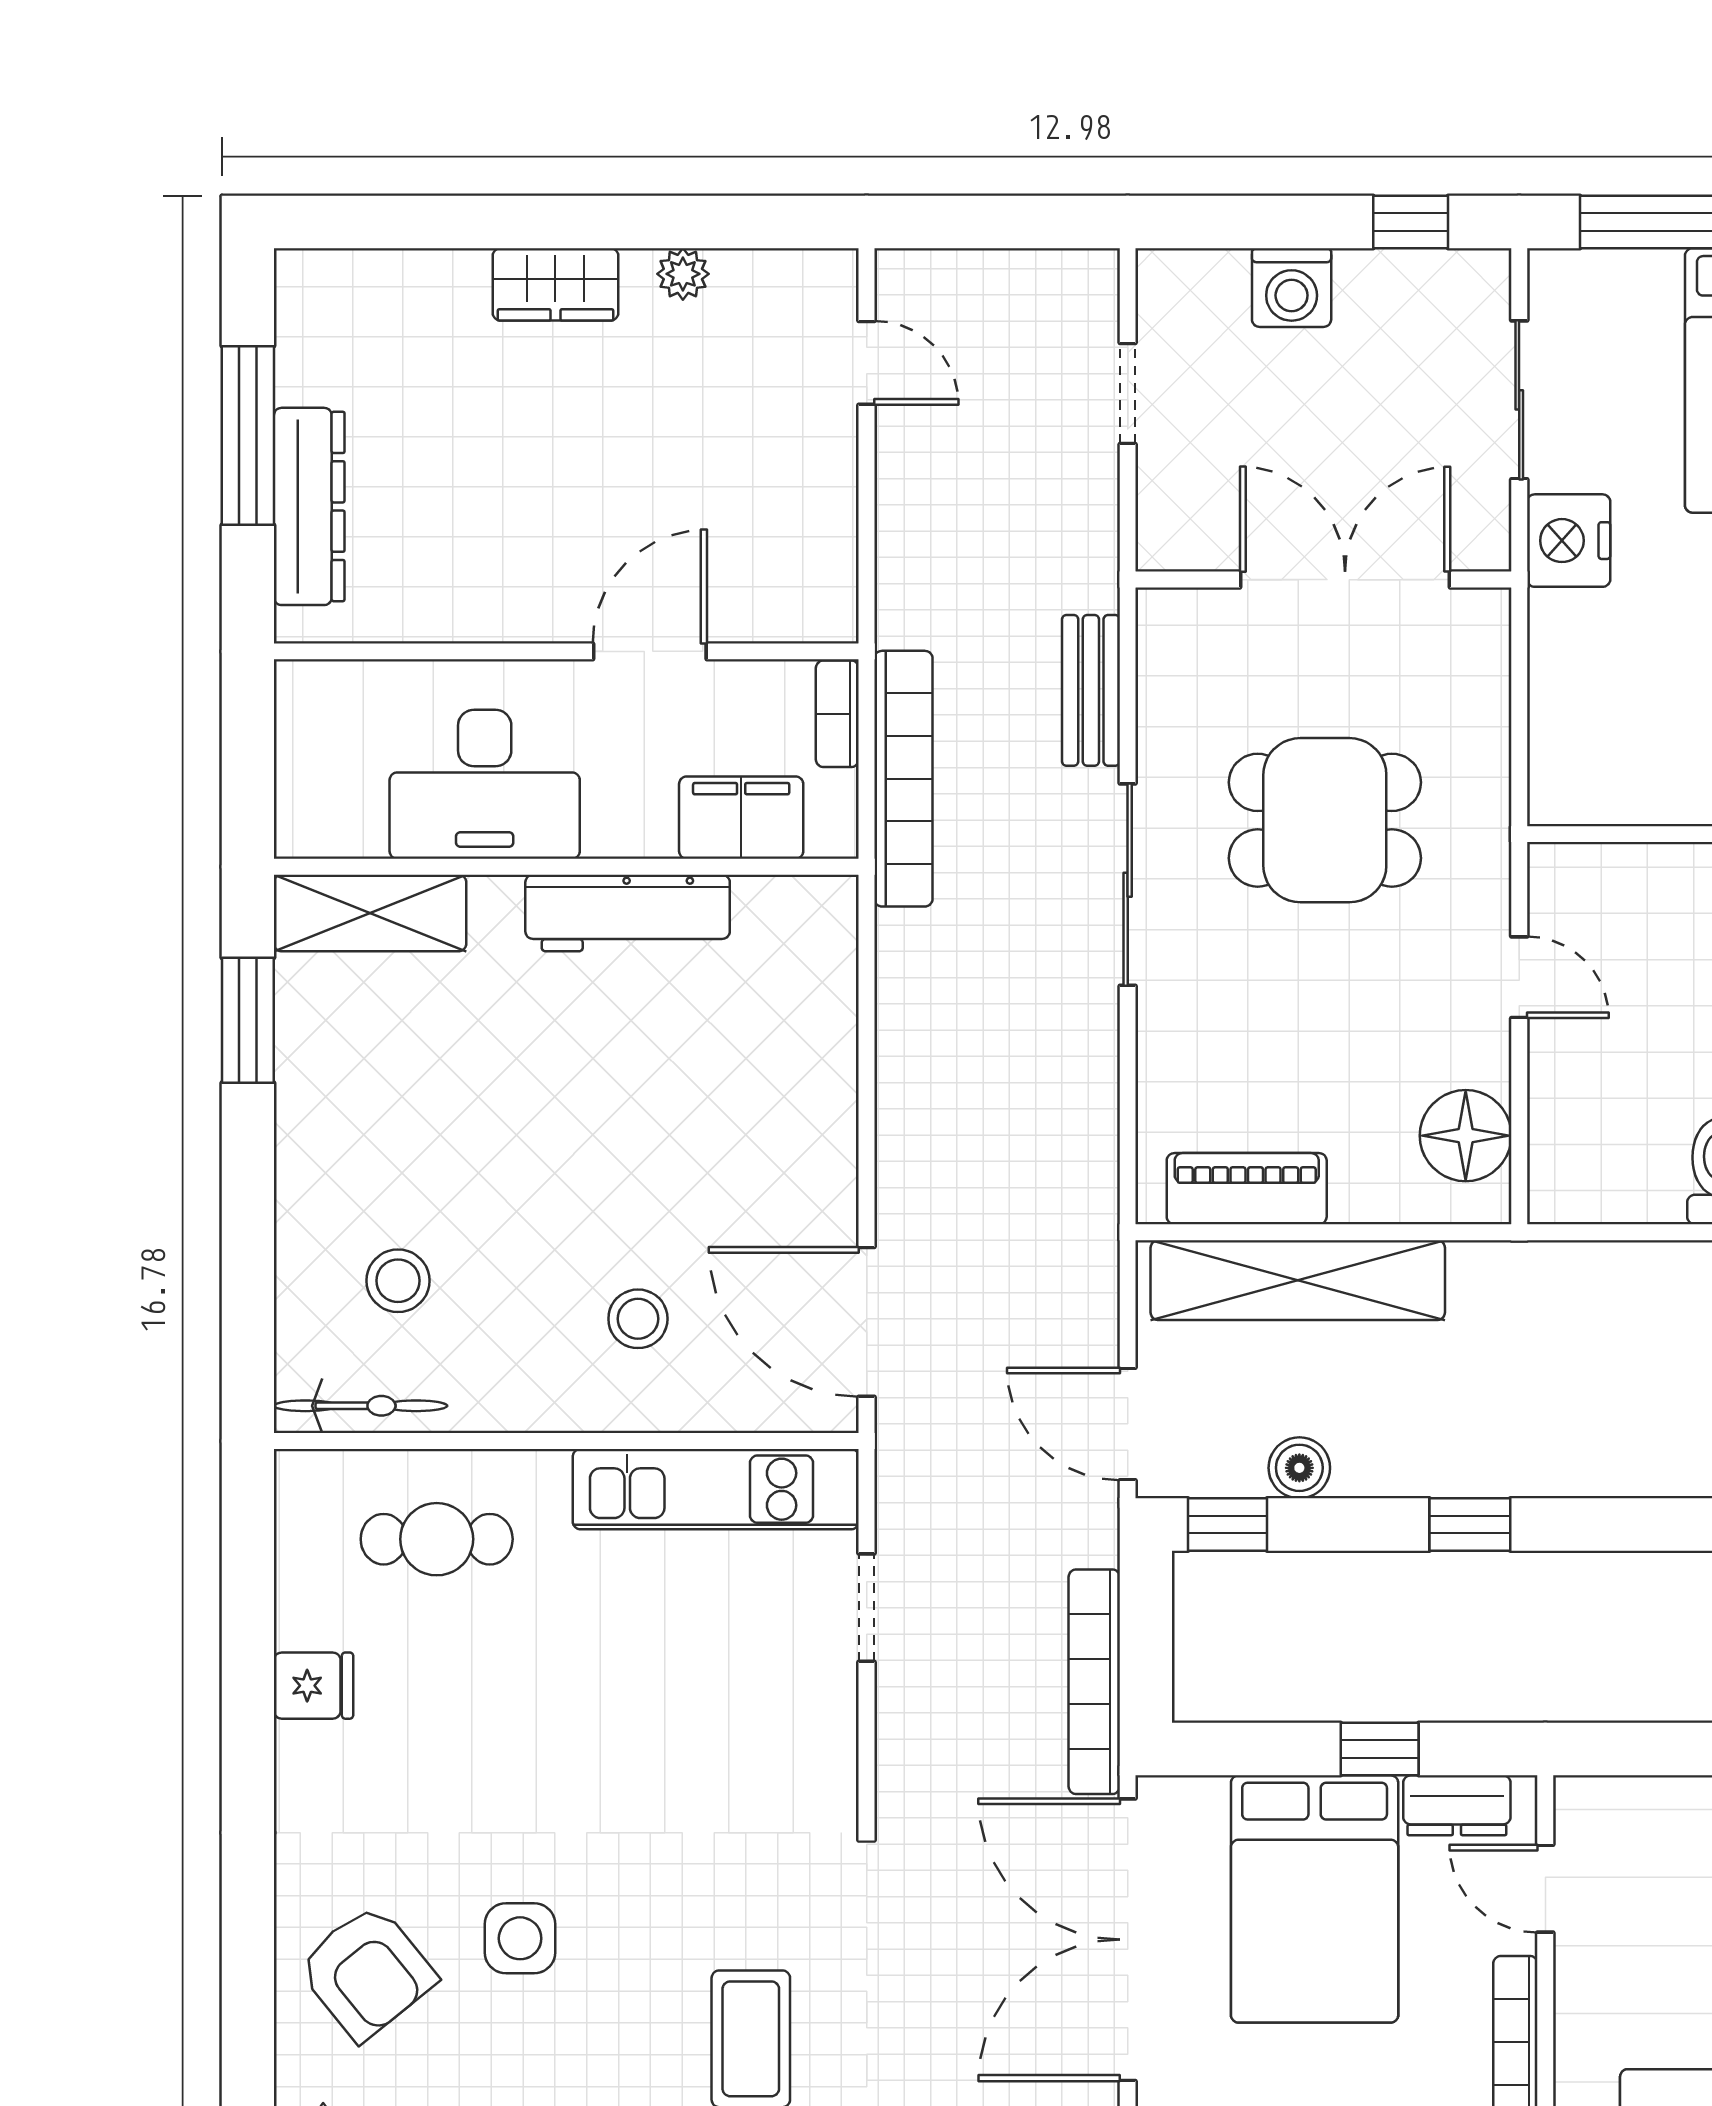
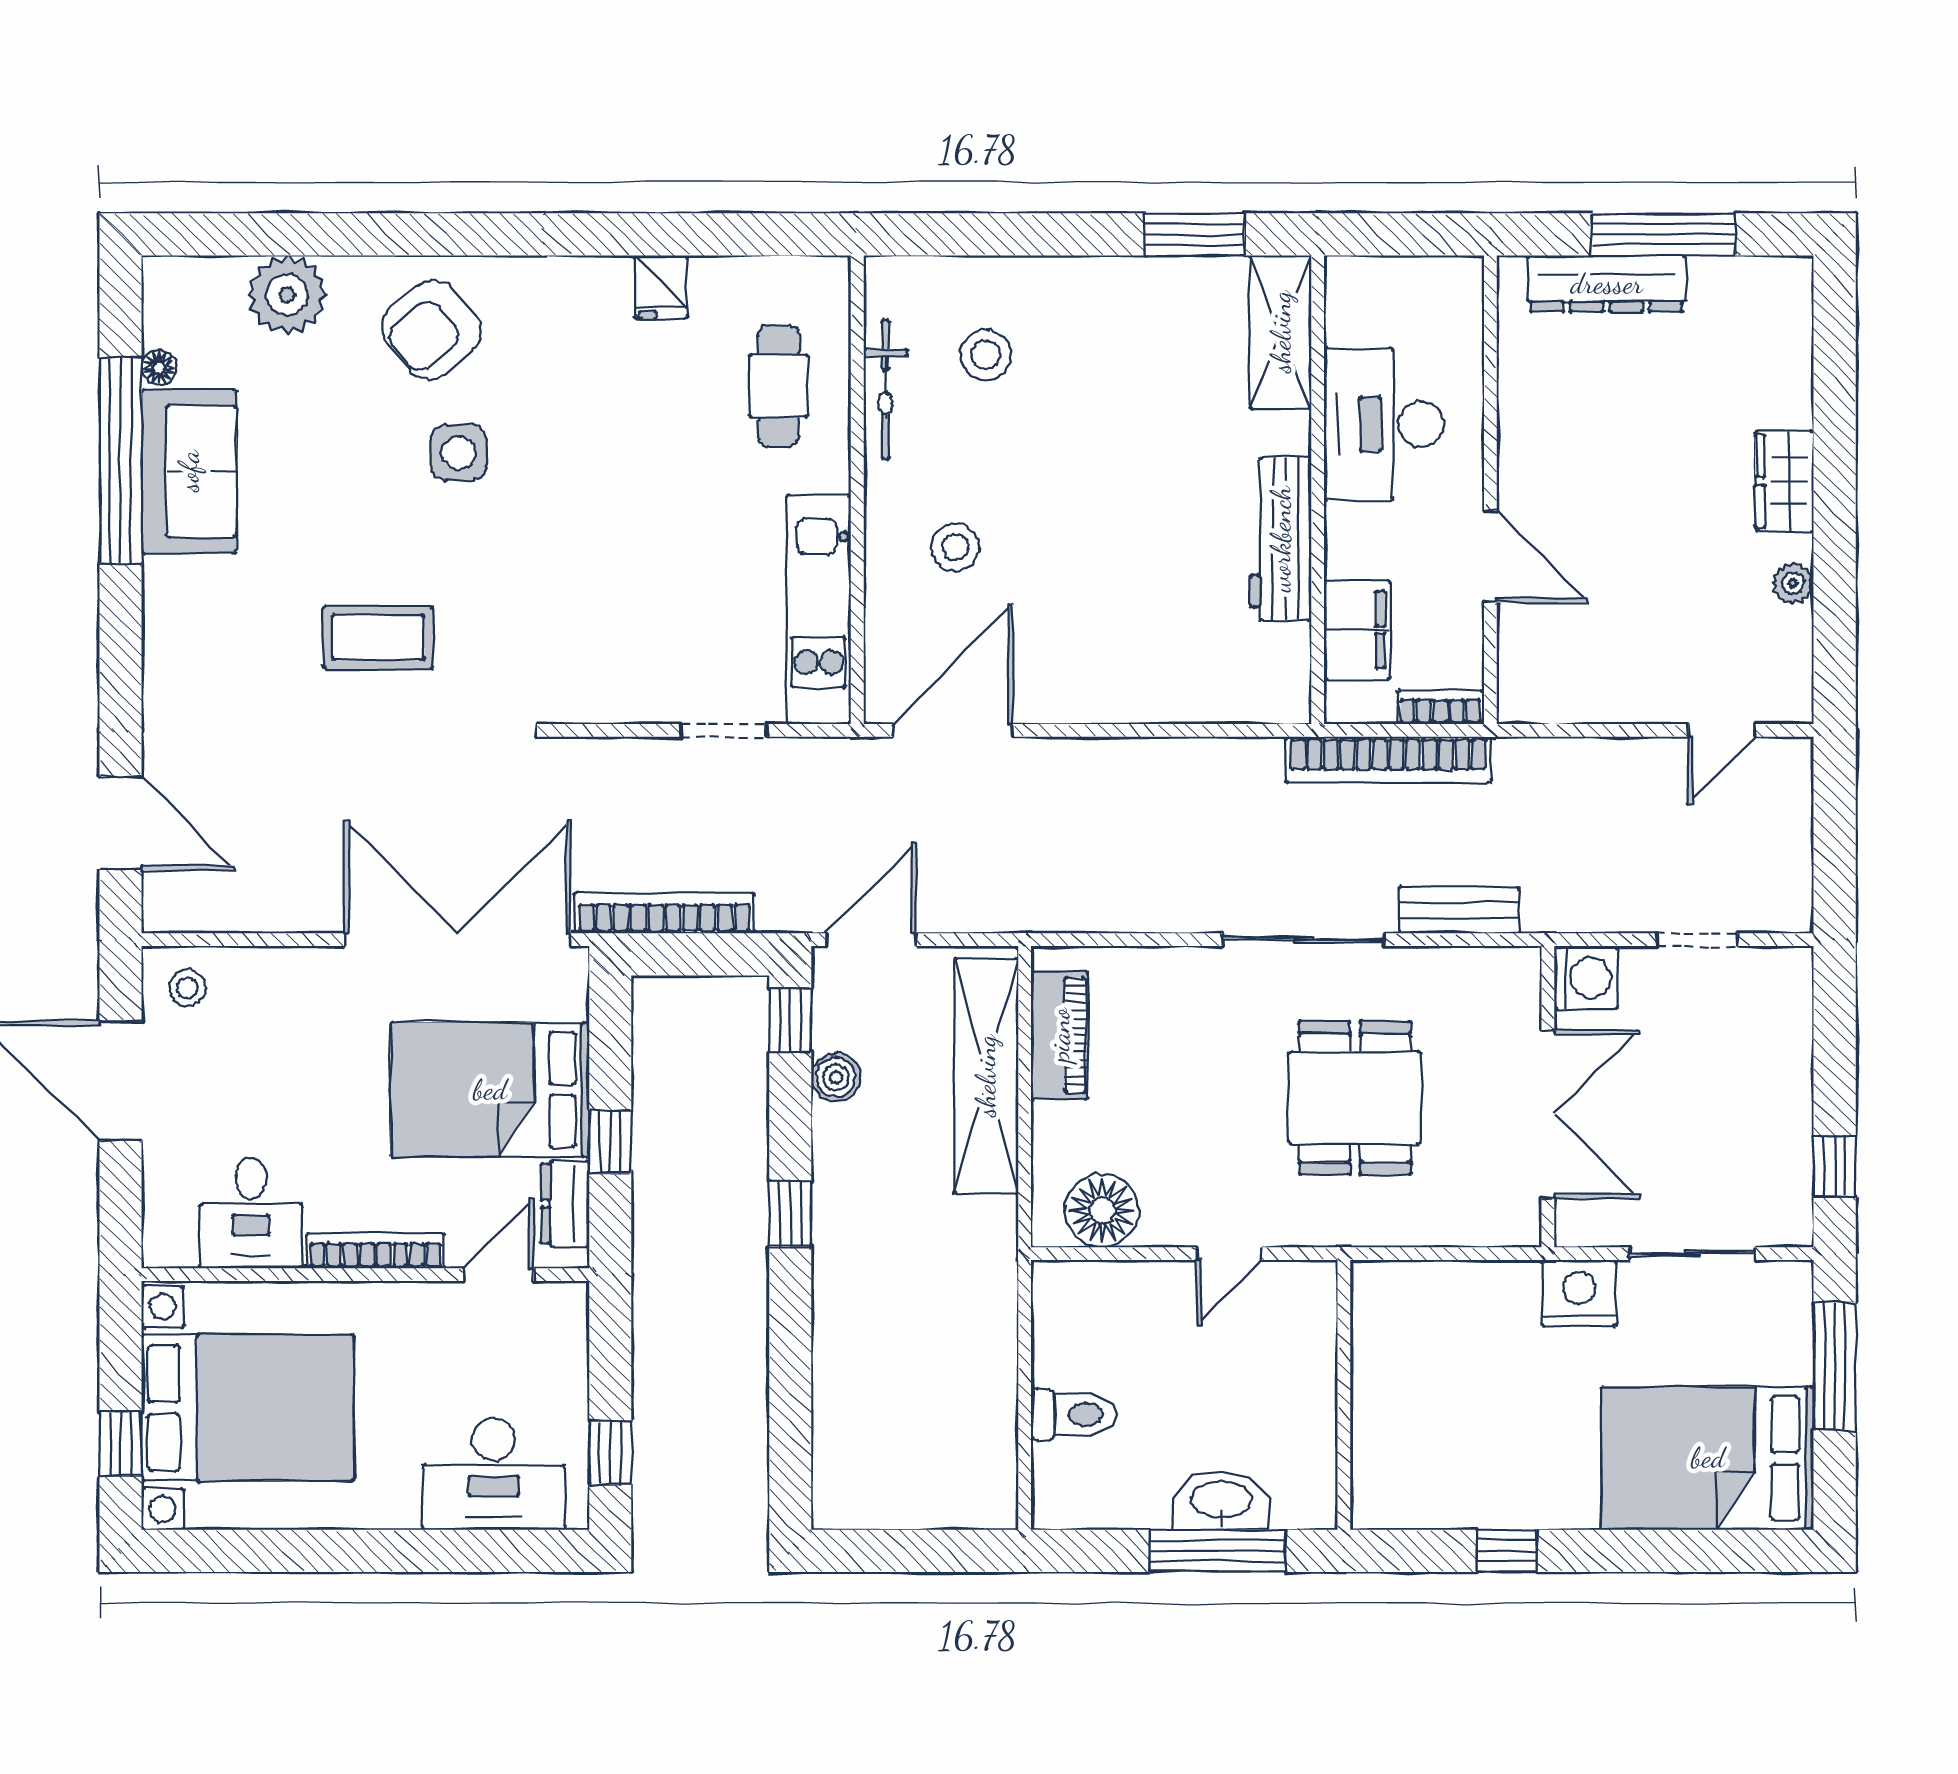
washing machine: (1292, 288) -> (1586, 978), moved, turned 180
bicycle: (361, 1406) -> (886, 389), moved

